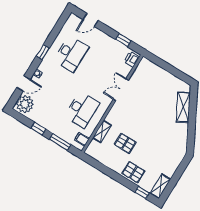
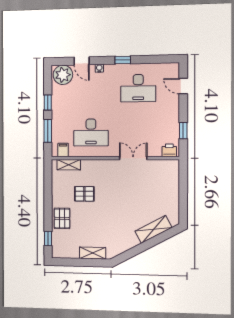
shelving: (102, 131) -> (69, 165), moved
pallet: (125, 143) -> (84, 194), turned 90
shelving: (160, 186) -> (93, 253), moved

